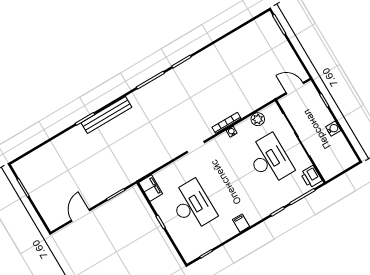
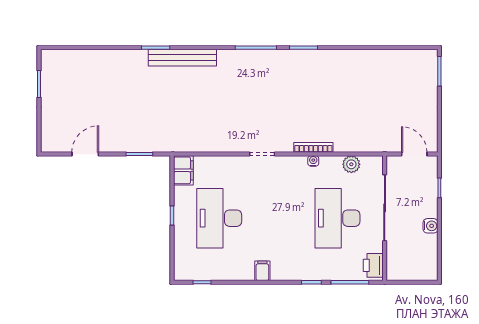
desk: (270, 160) -> (337, 218), turned 180
desk: (192, 205) -> (219, 218), turned 180

